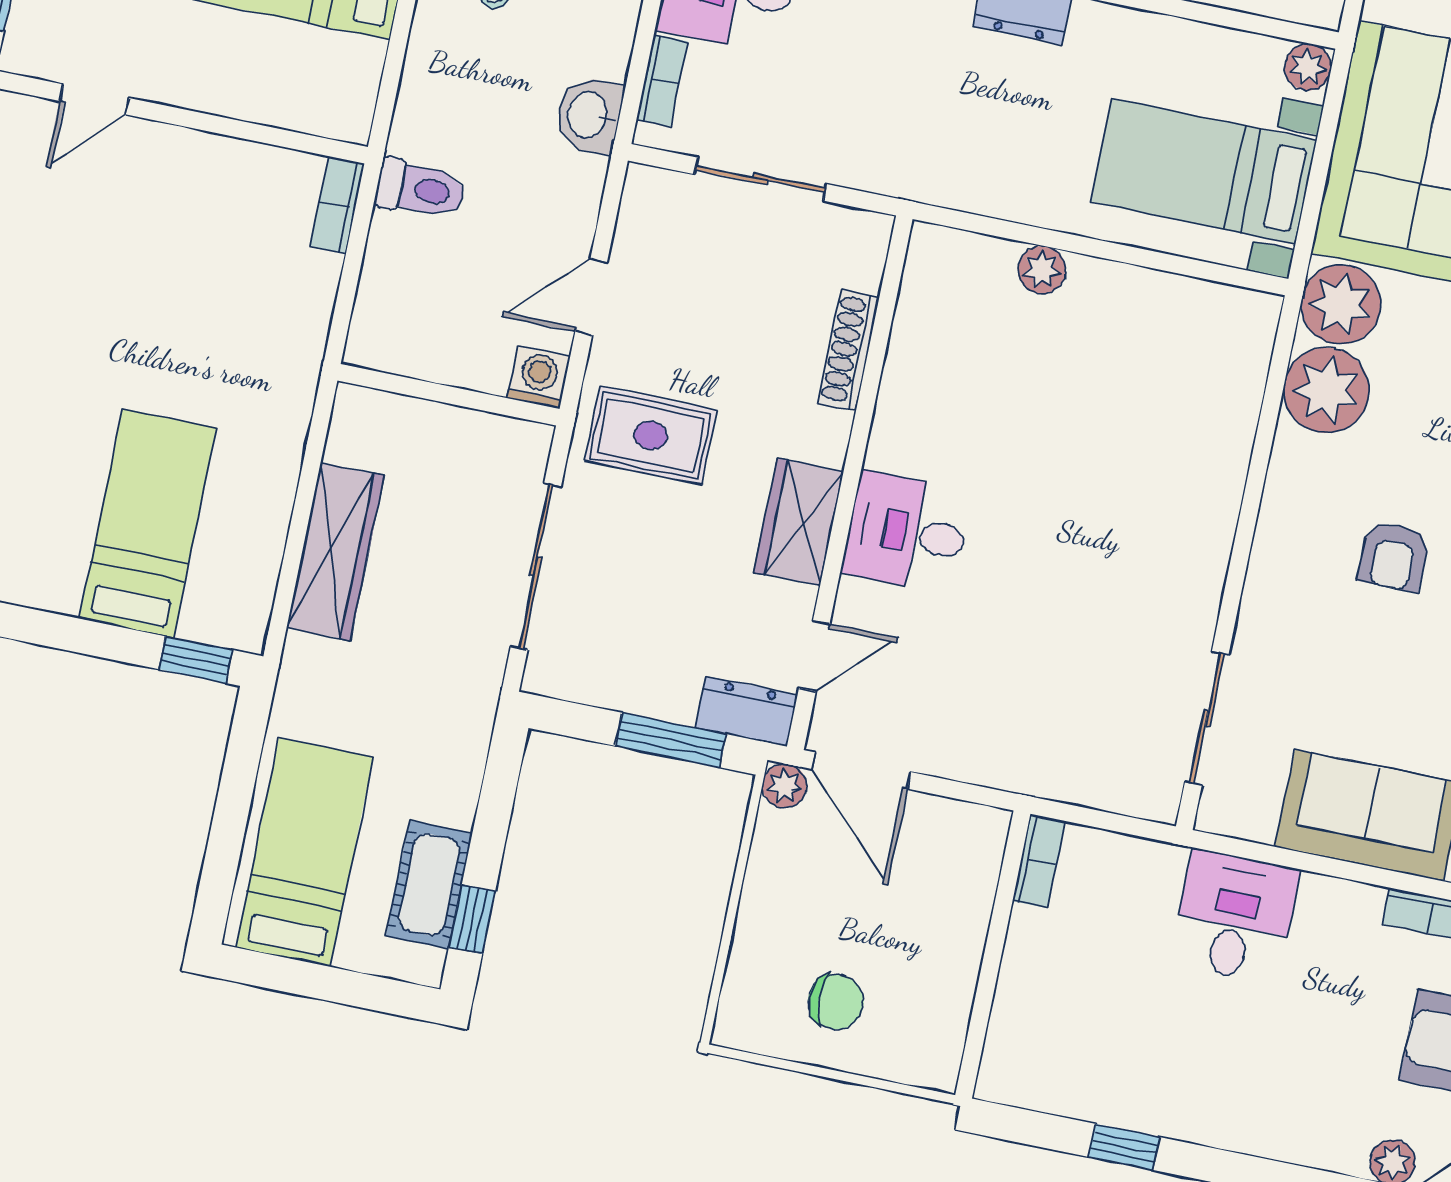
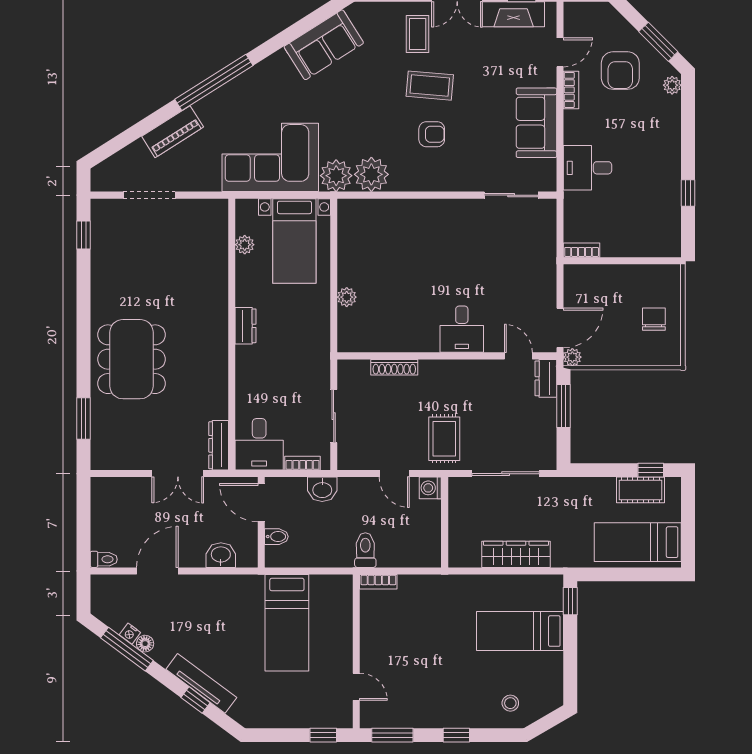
plant: (1308, 67) -> (245, 245), moved
wardrobe: (799, 522) -> (467, 373), removed

